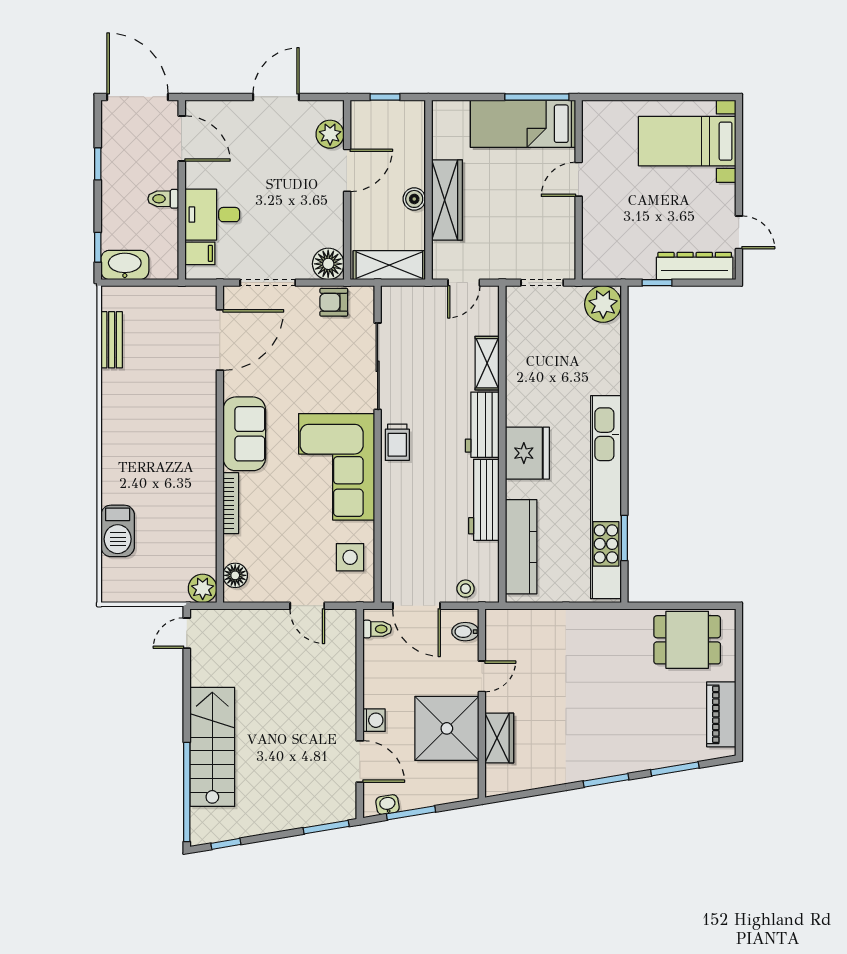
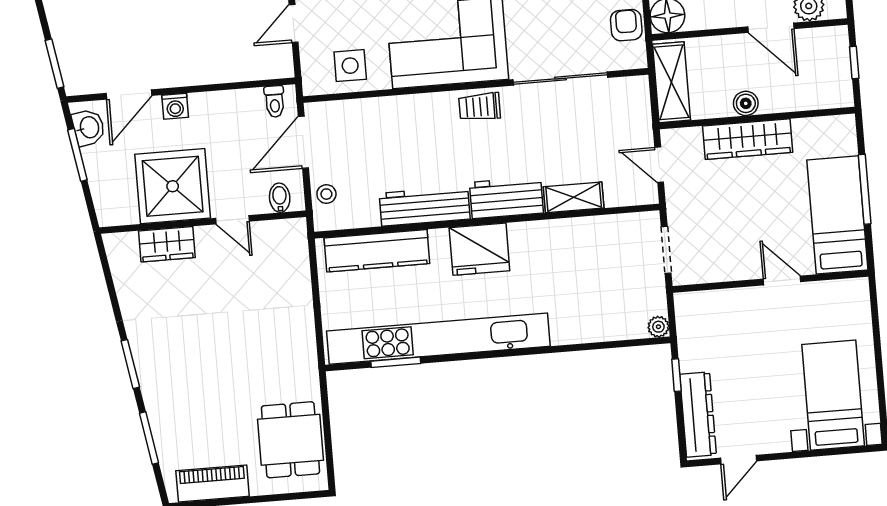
window: (537, 97) -> (865, 189), moved
plant: (603, 304) -> (658, 327), width x0.53, depth x0.53
washbasin: (388, 805) -> (89, 127), width x1.38, depth x1.45

